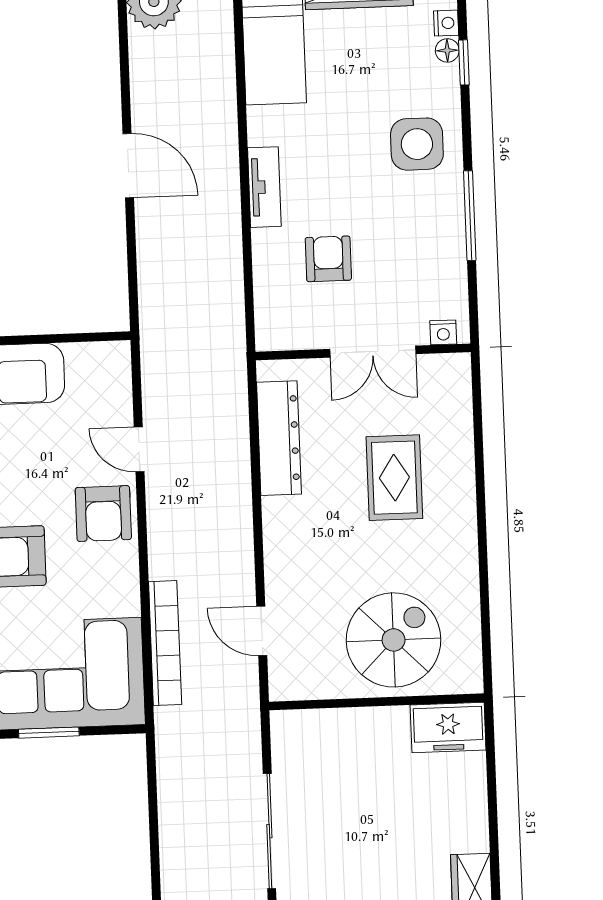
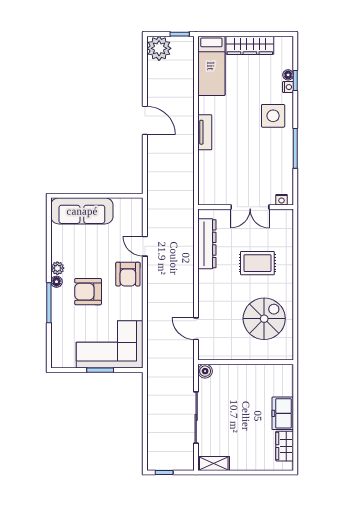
nightstand: (446, 23) -> (288, 87), moved
armchair: (328, 259) -> (232, 165), removed
rug: (394, 478) -> (257, 263), turned 90
spiral stairs: (394, 640) -> (264, 319), moved
bookcase: (165, 643) -> (153, 332), removed
boiler: (286, 726) -> (205, 371), added
freezer: (448, 728) -> (283, 413), moved, turned 90

